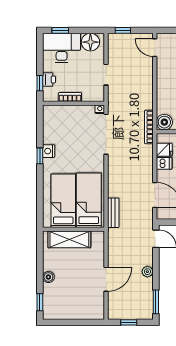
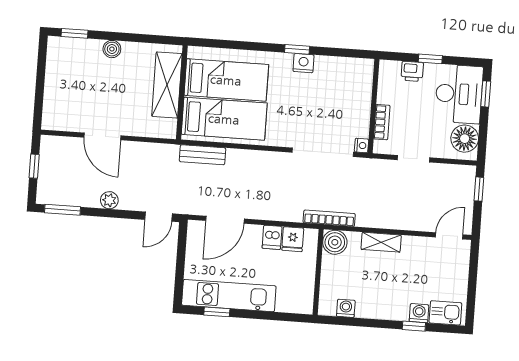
window: (40, 83) -> (430, 59), moved
shelving: (162, 92) -> (381, 242), added
bookcase: (70, 97) -> (382, 122), moved

